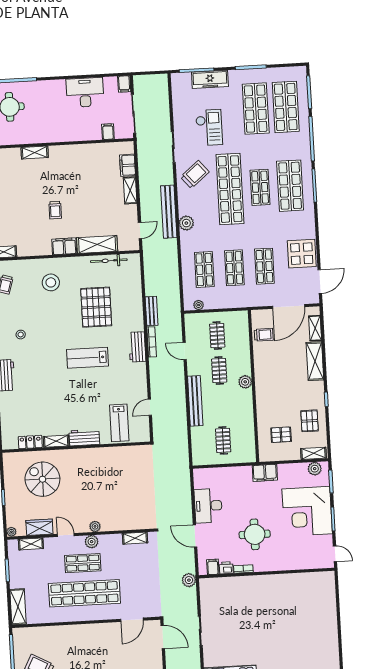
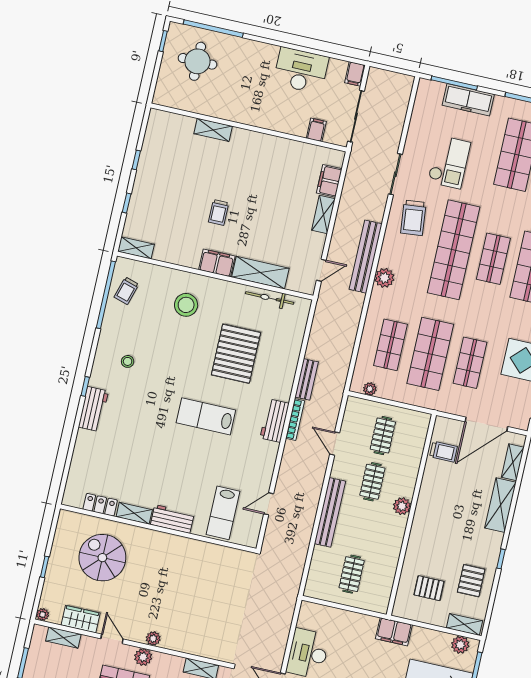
trolley: (195, 174) -> (413, 218), turned 124
shop shelf: (234, 268) -> (430, 354), width x1.43, depth x1.36

